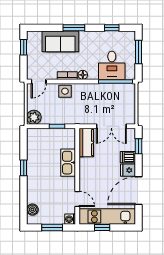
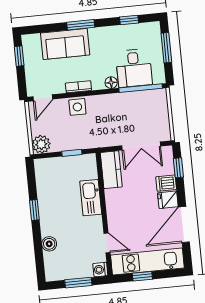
floor lamp: (83, 75) -> (111, 83), moved
boiler: (32, 210) -> (49, 244), moved

